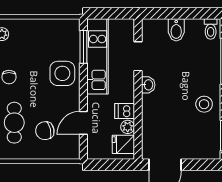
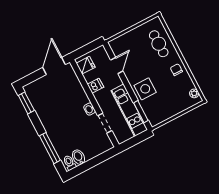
bidet: (176, 30) -> (79, 157), moved
stool: (204, 104) -> (50, 115), removed
plant: (128, 127) -> (89, 77), removed
chair: (45, 131) -> (138, 49), removed

